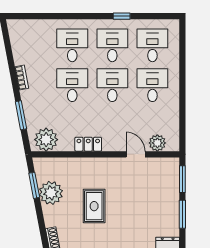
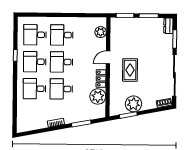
plant: (46, 140) -> (98, 96), moved
door: (136, 154) -> (108, 57), moved
rug: (94, 206) -> (130, 70), moved, turned 90

